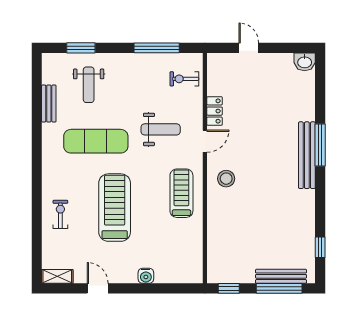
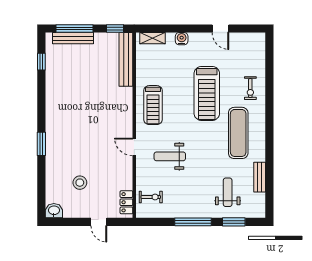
window: (157, 48) -> (193, 222), moved
locker: (215, 111) -> (126, 202), moved
exercise mat: (96, 141) -> (238, 133), moved, turned 90
door: (205, 141) -> (134, 147), hinge flipped
window: (320, 145) -> (41, 144), width x0.69
bench: (307, 155) -> (126, 59), moved
stool: (226, 179) -> (80, 183), moved
shelving: (57, 276) -> (152, 38), moved

